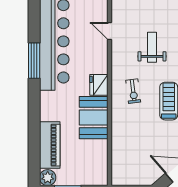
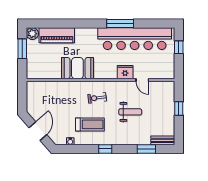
door: (110, 31) -> (142, 80), swing flipped
fridge: (99, 85) -> (125, 72), moved

